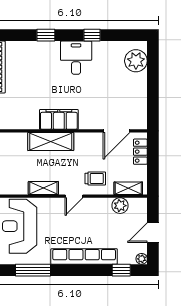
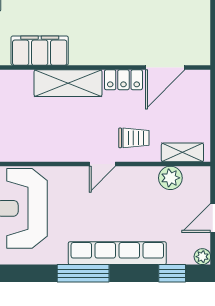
filing cabinet: (59, 119) -> (40, 51), moved
locker: (140, 152) -> (123, 80), moved, turned -90
shelving: (43, 188) -> (57, 152), removed
window: (33, 270) -> (83, 273), moved

